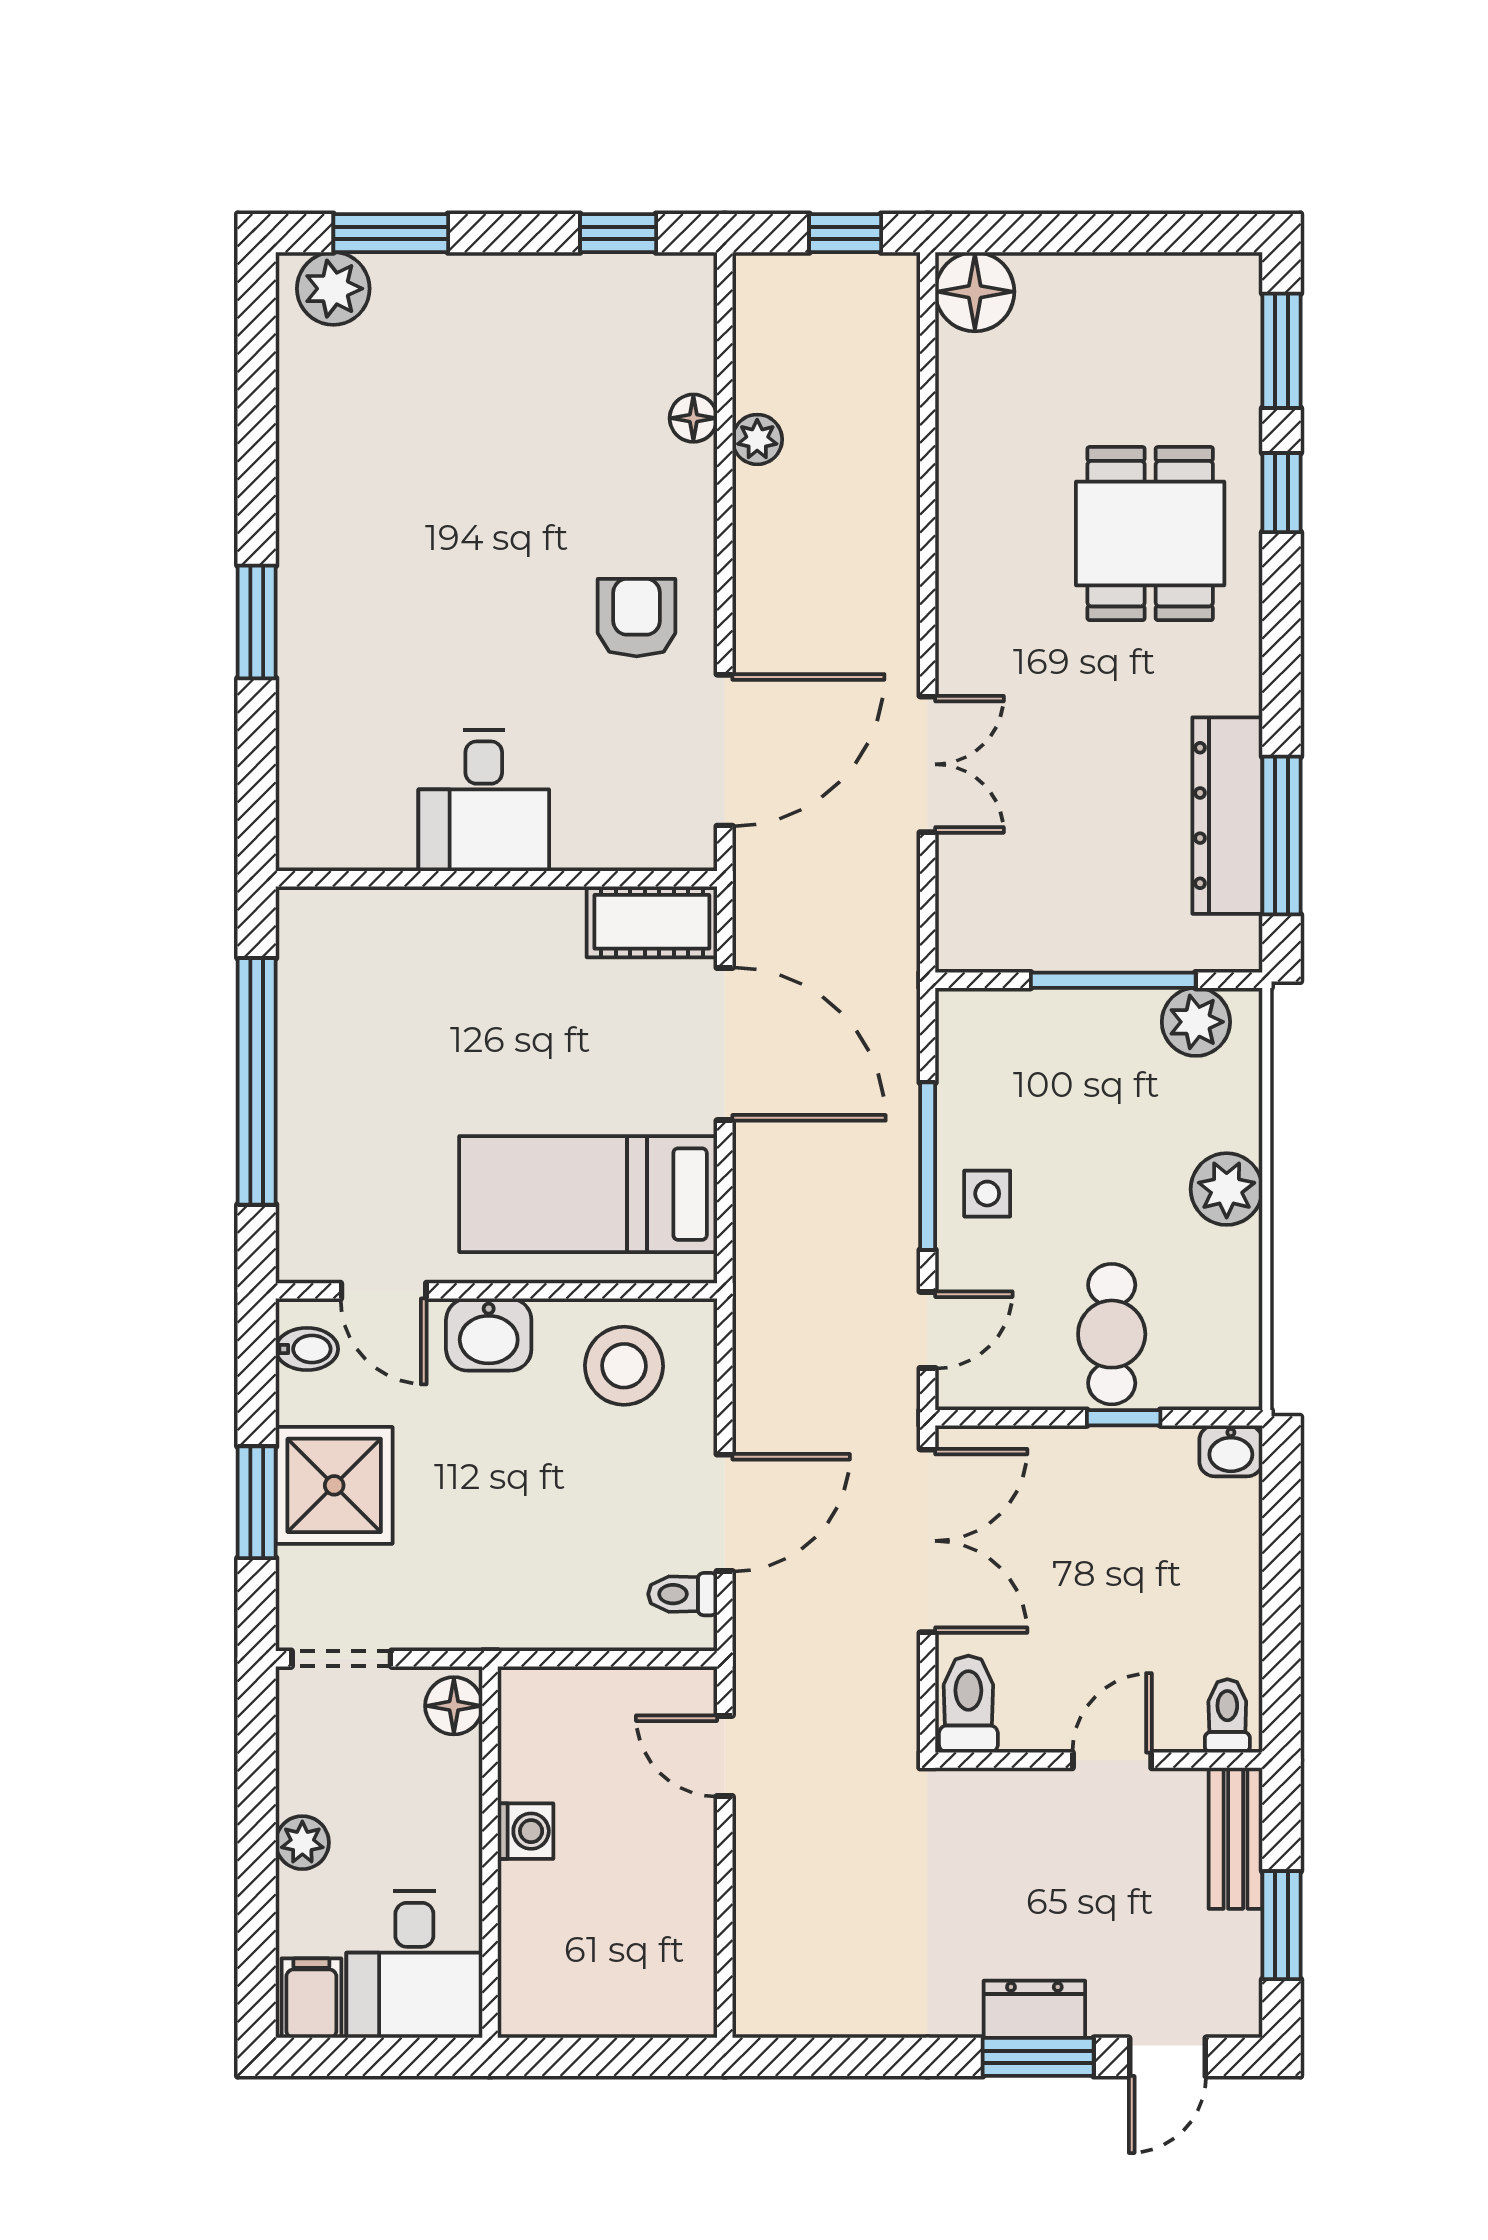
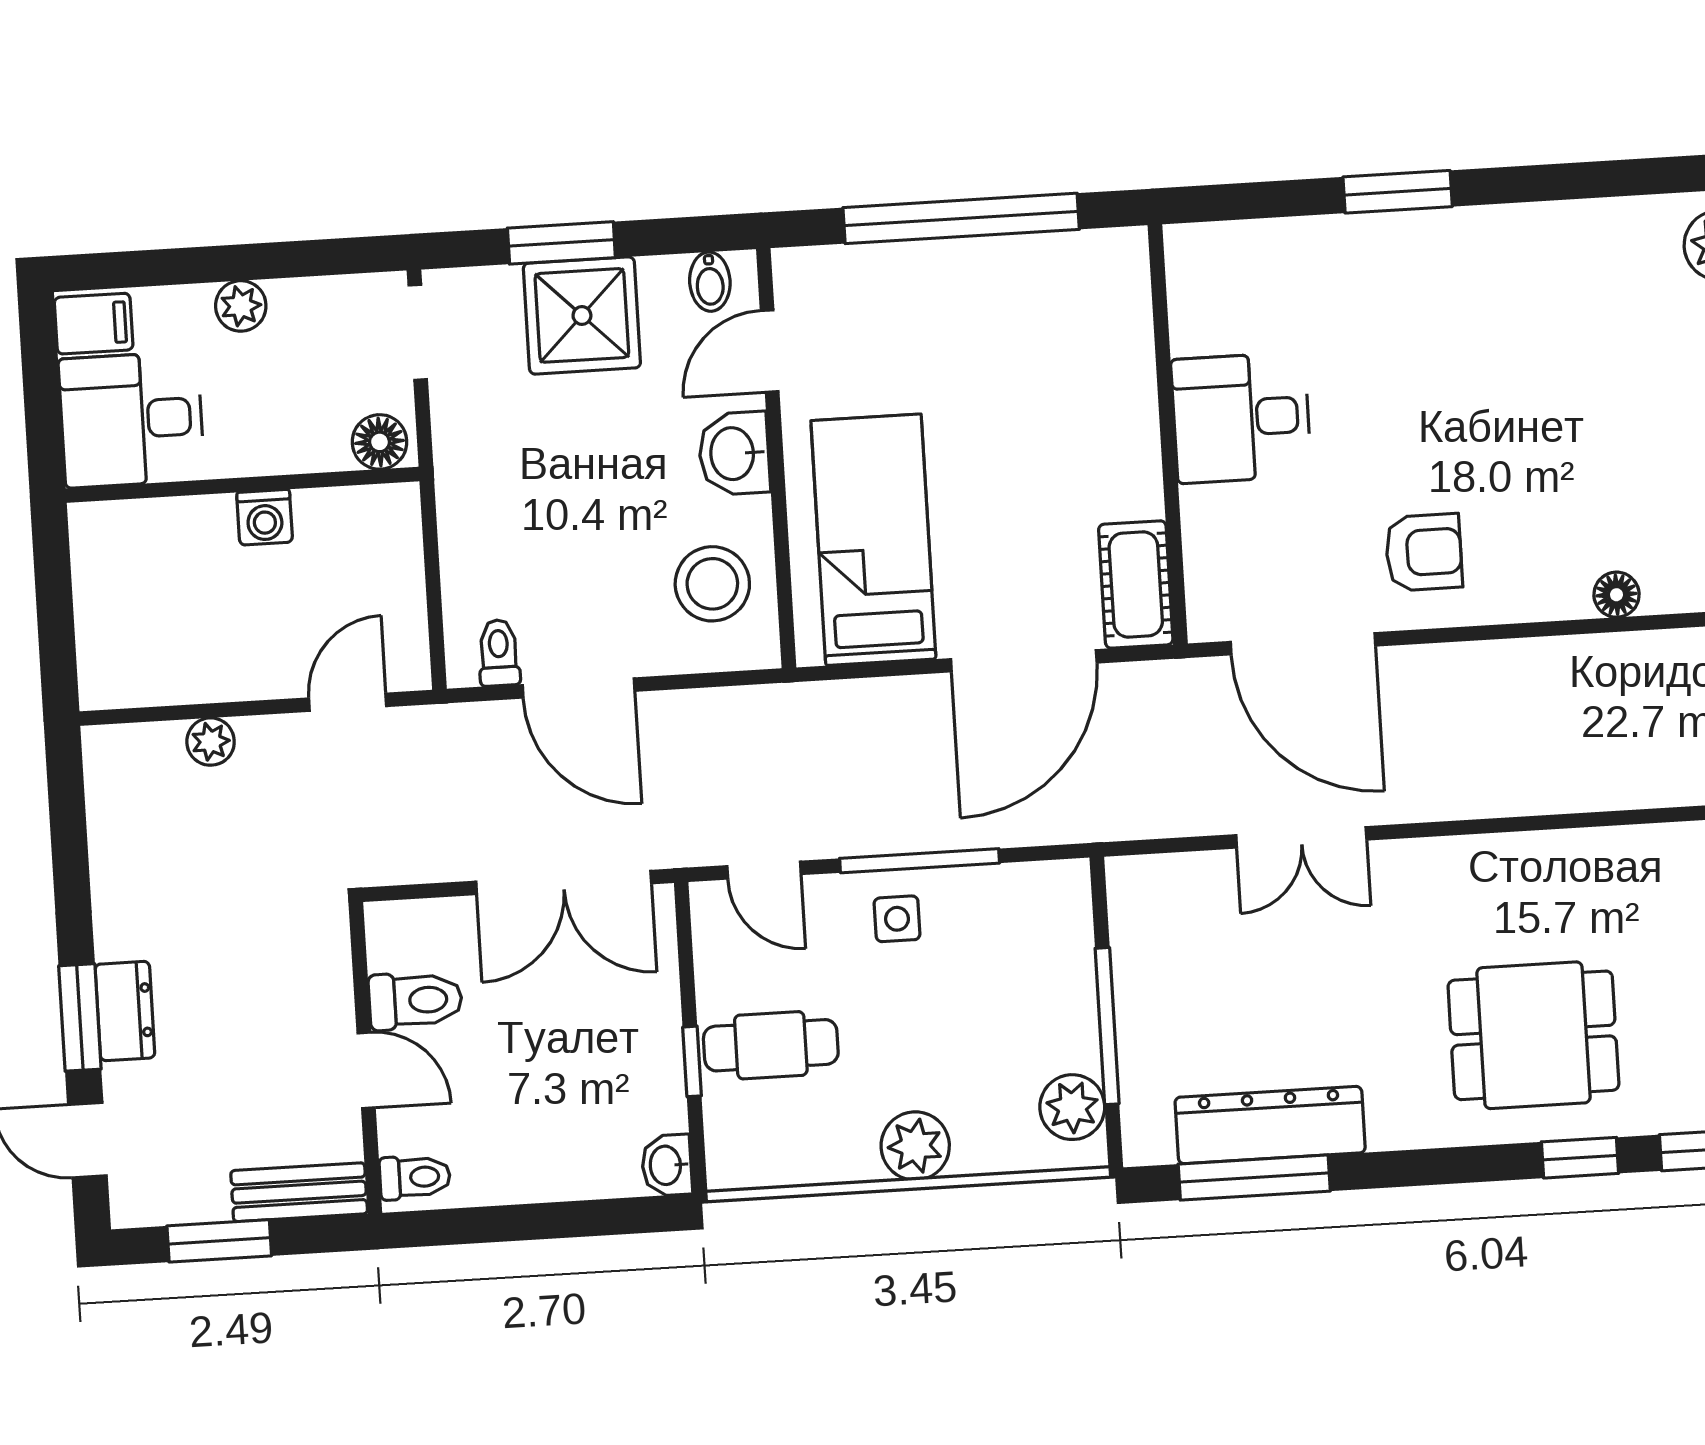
plant: (757, 439) -> (211, 742), moved
toilet: (968, 1704) -> (415, 1000), moved

